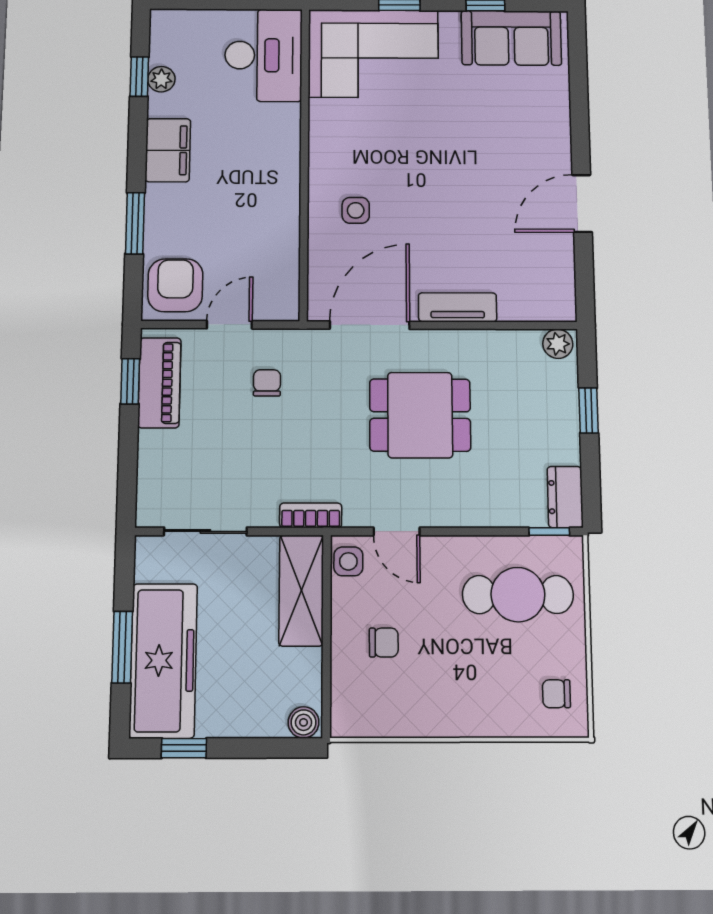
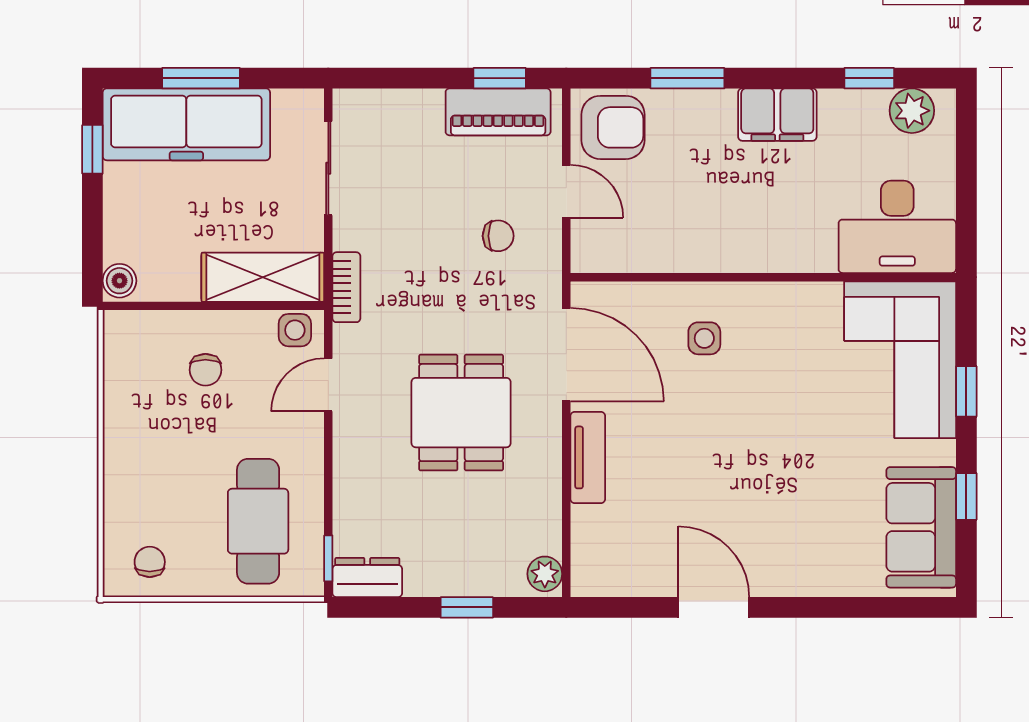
plant: (161, 79) -> (912, 111), moved, width x1.38, depth x1.38

